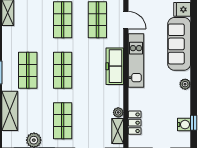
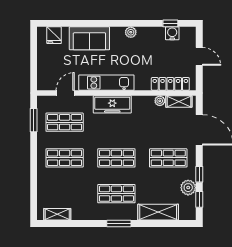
sofa: (179, 44) -> (89, 38), width x0.73
locker: (135, 123) -> (170, 84), width x1.53

